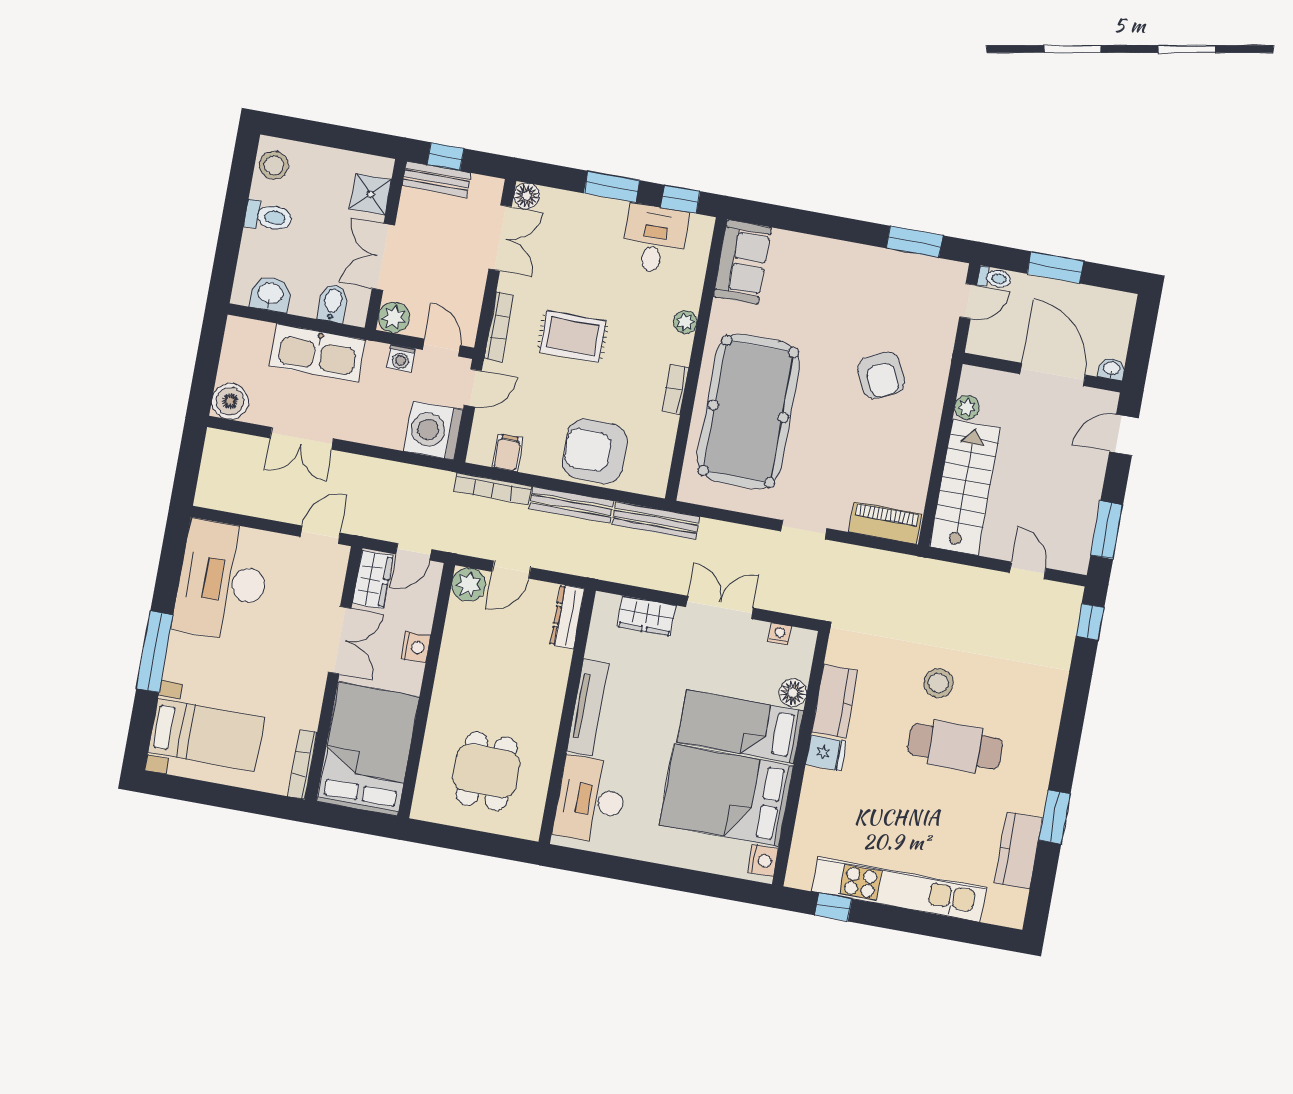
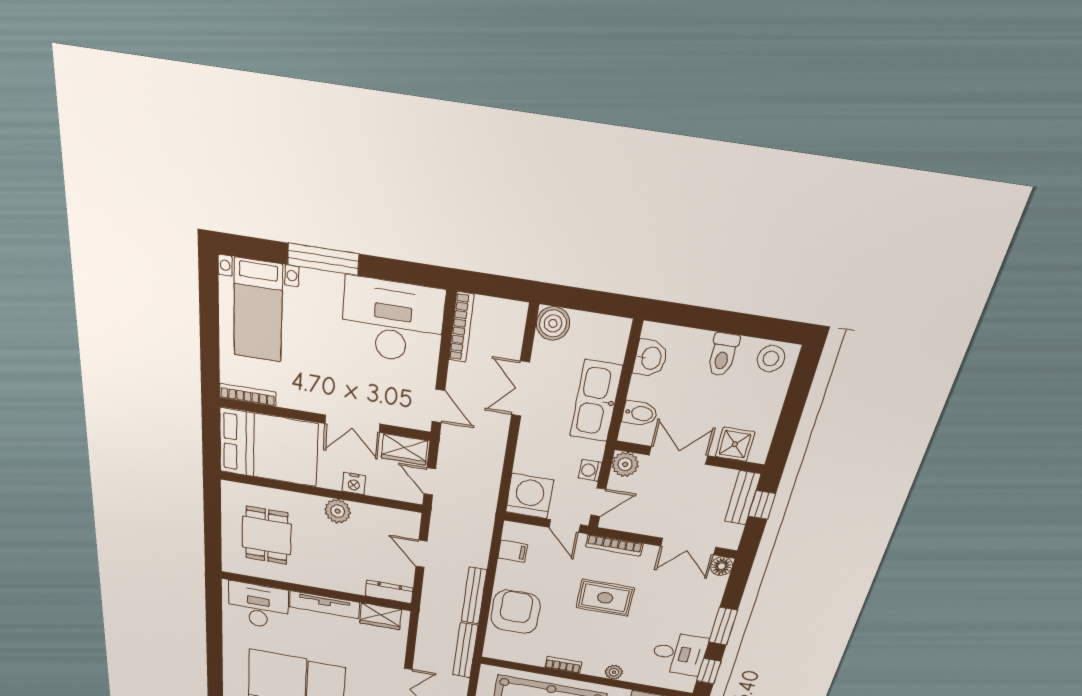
rug: (573, 336) -> (605, 598), turned 90
bookcase: (492, 489) -> (461, 327), moved, turned 180
plant: (469, 585) -> (338, 511), moved
wardrobe: (646, 616) -> (381, 616), moved, turned -90
dining table: (486, 771) -> (267, 536), turned 90

